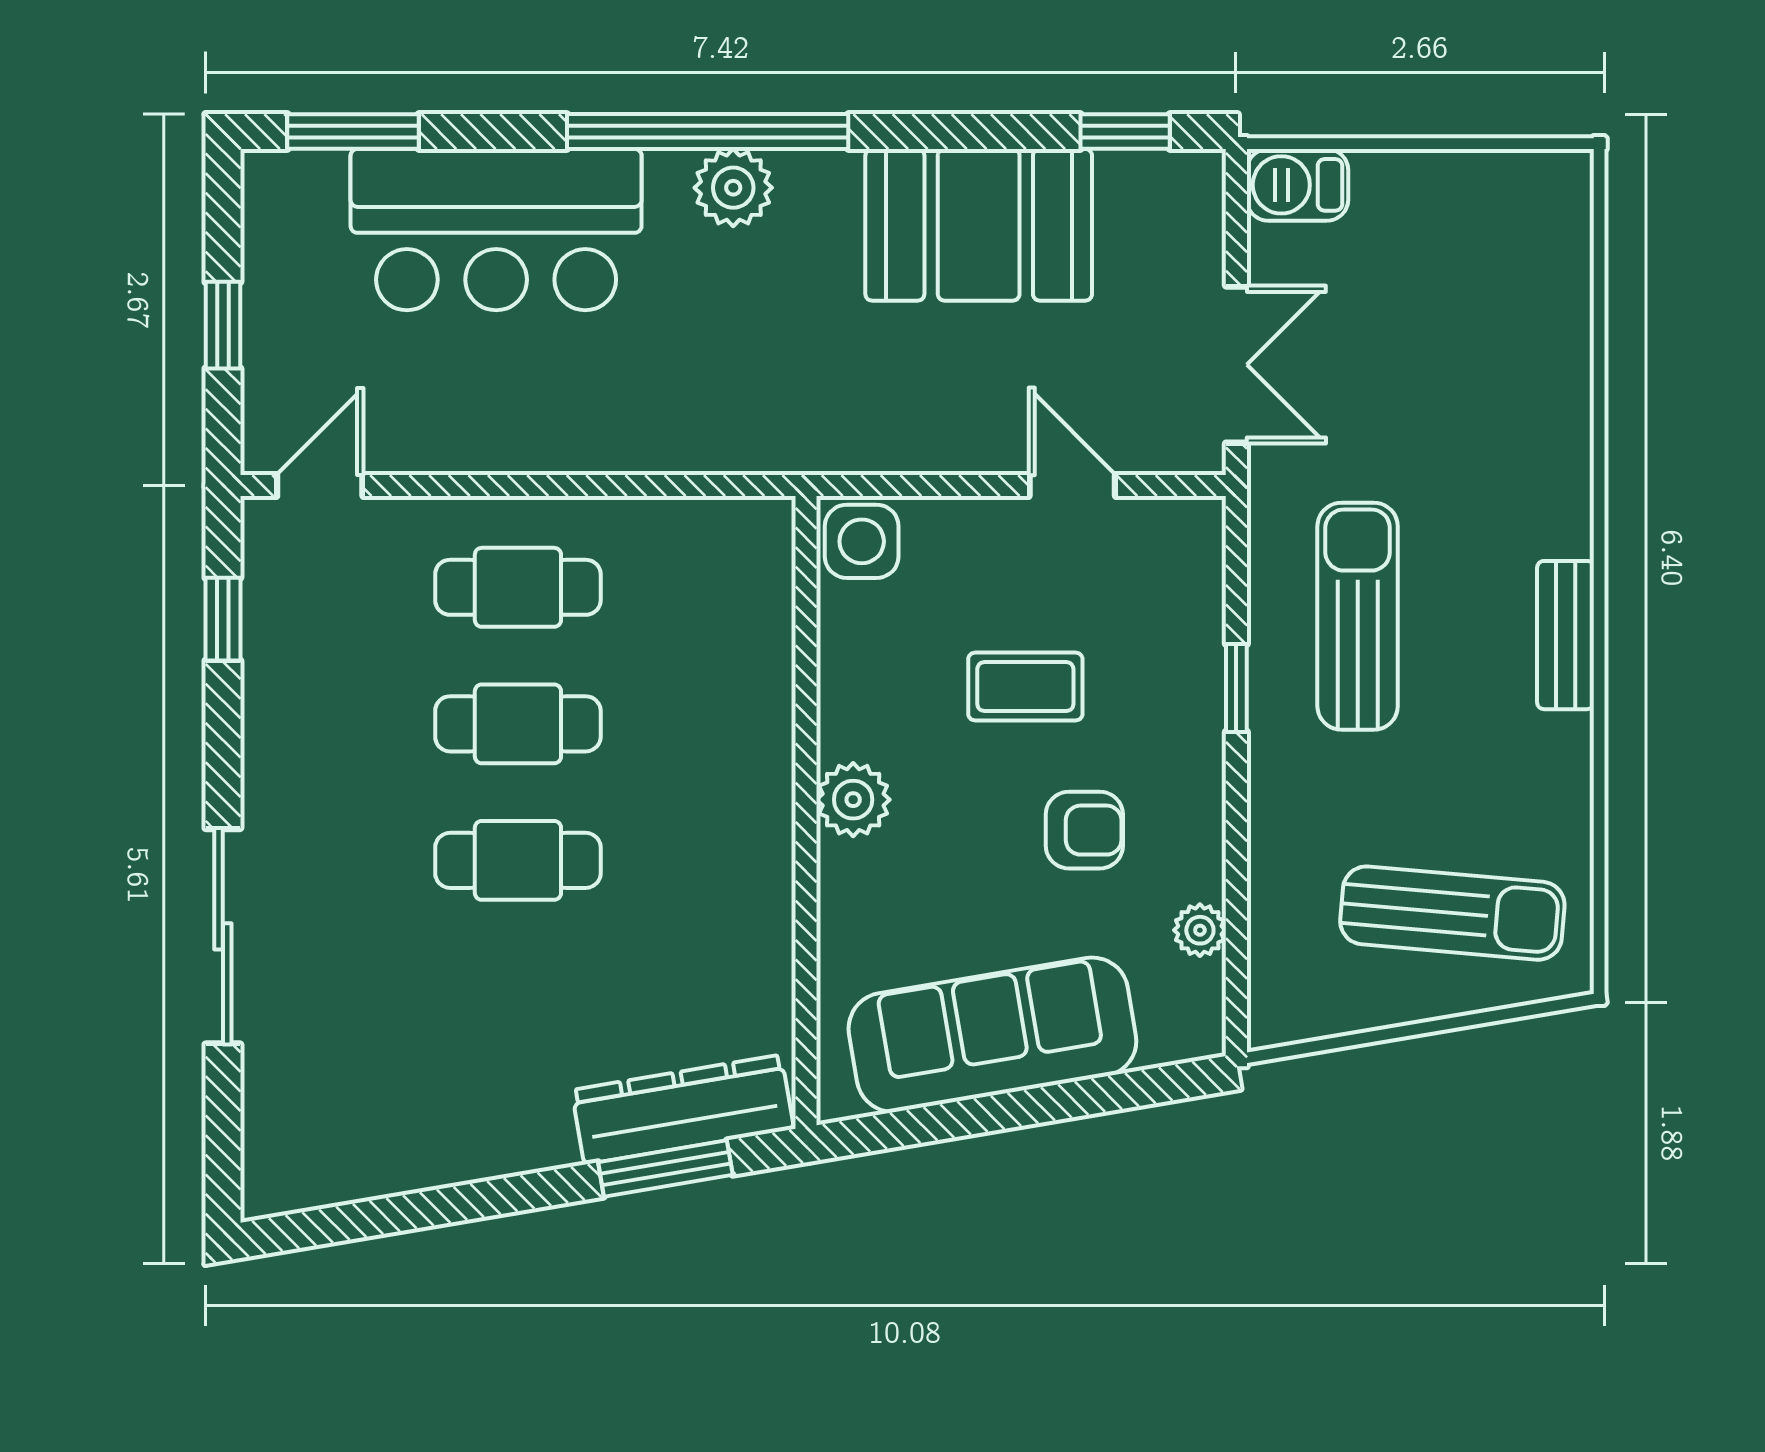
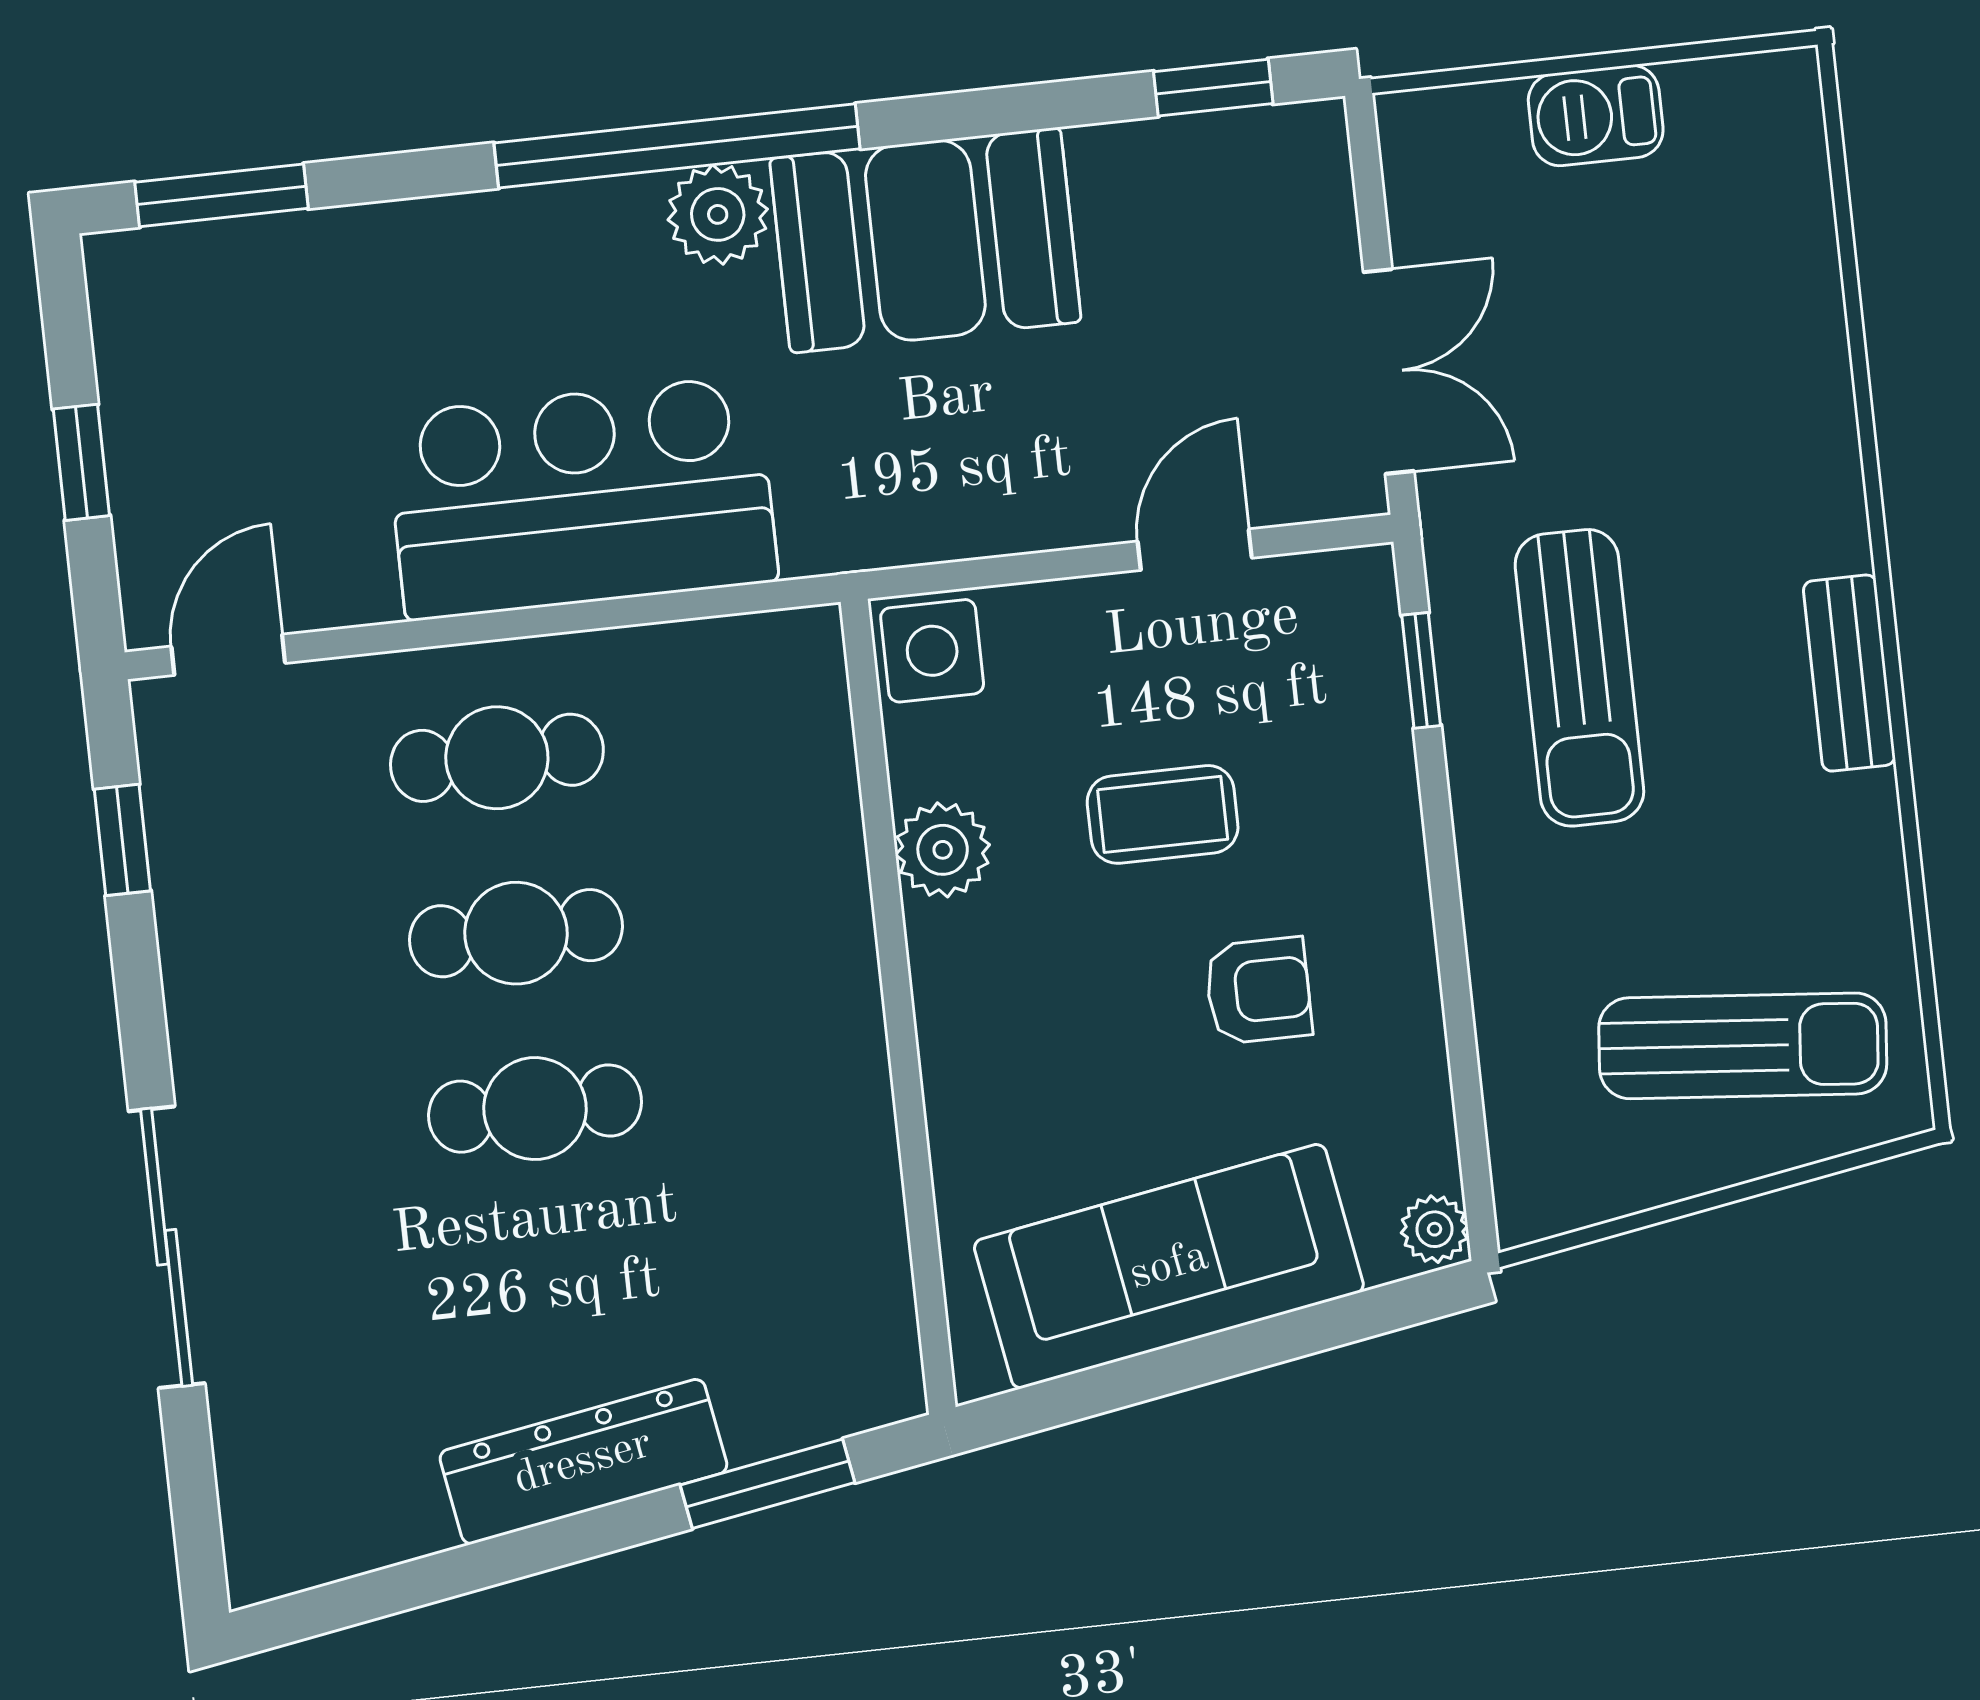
barbecue: (1297, 185) -> (1596, 115), moved
booth: (979, 225) -> (925, 240), moved
bar counter: (496, 230) -> (581, 498), moved, turned 180
door: (1072, 486) -> (1195, 550), hinge flipped
sun lounger: (1358, 616) -> (1579, 678), turned 180
window: (1236, 688) -> (1421, 670), moved
plant: (853, 800) -> (943, 850), moved
plant: (1200, 930) -> (1435, 1229), moved
dresser: (683, 1109) -> (583, 1462), moved

